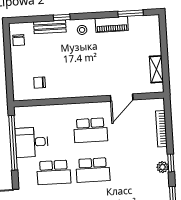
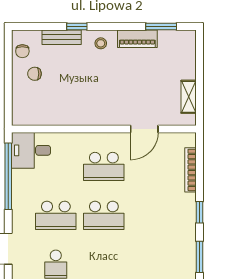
chair: (40, 83) -> (35, 74), moved
desk: (32, 142) -> (31, 150), moved
plant: (162, 167) -> (189, 217), removed

